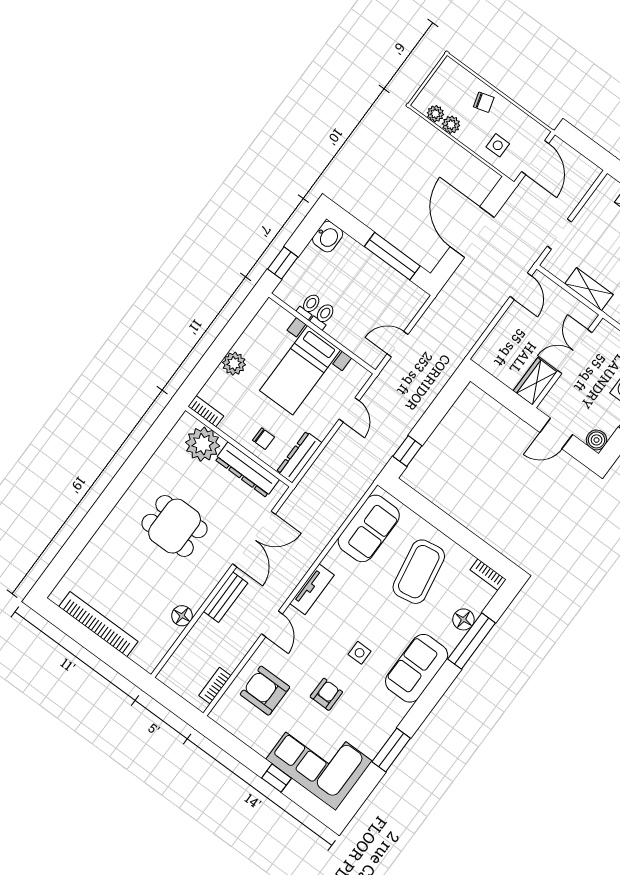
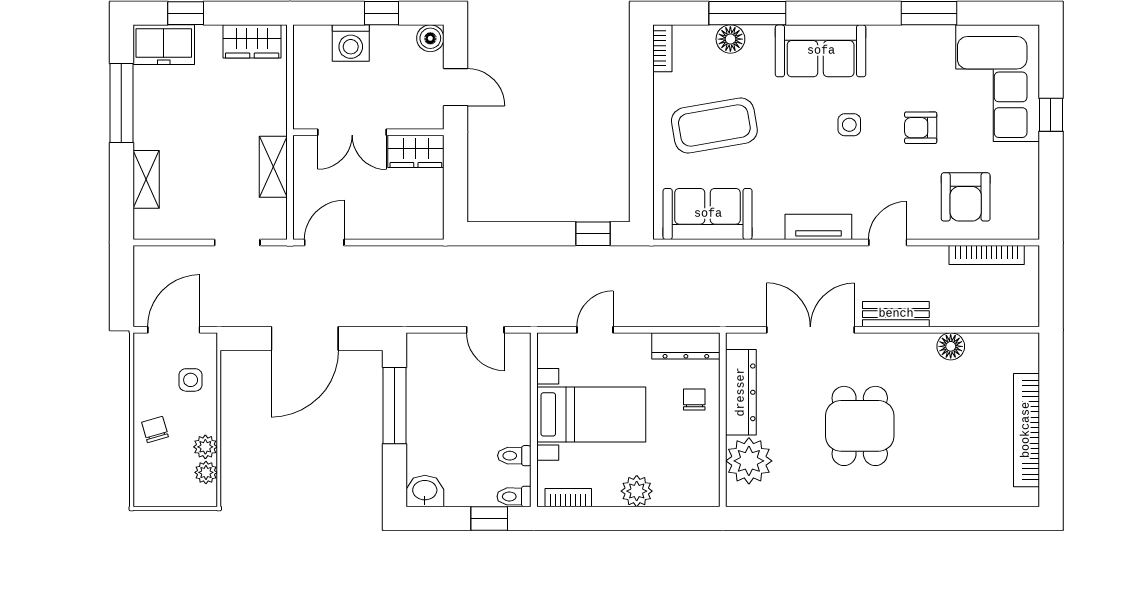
toilet: (323, 316) -> (514, 496), moved
bookcase: (206, 411) -> (568, 498), moved, turned 90
bookcase: (215, 686) -> (987, 255), width x1.56

